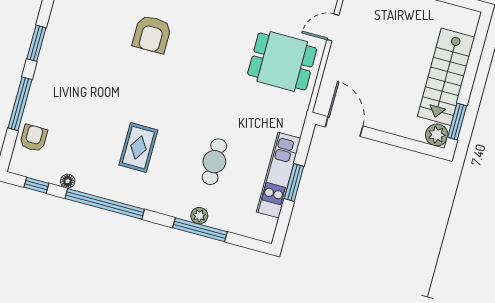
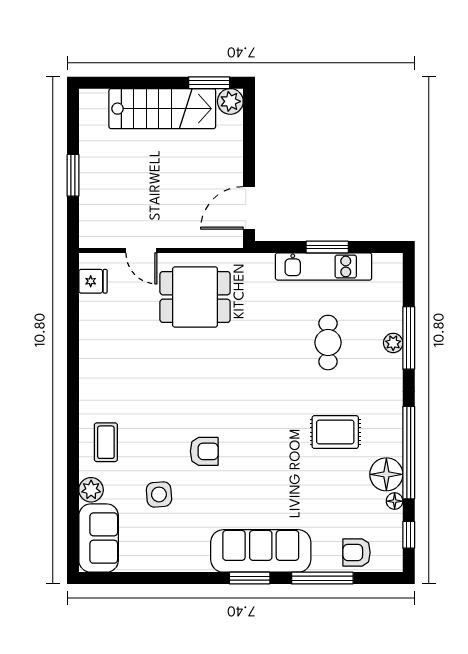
armchair: (152, 34) -> (204, 451), width x0.72, depth x0.72
sofa: (56, 59) -> (261, 551), added
dining table: (282, 61) -> (195, 297), turned 90
cafe table: (214, 162) -> (328, 343), turned 90
floor lamp: (92, 180) -> (386, 474), added

